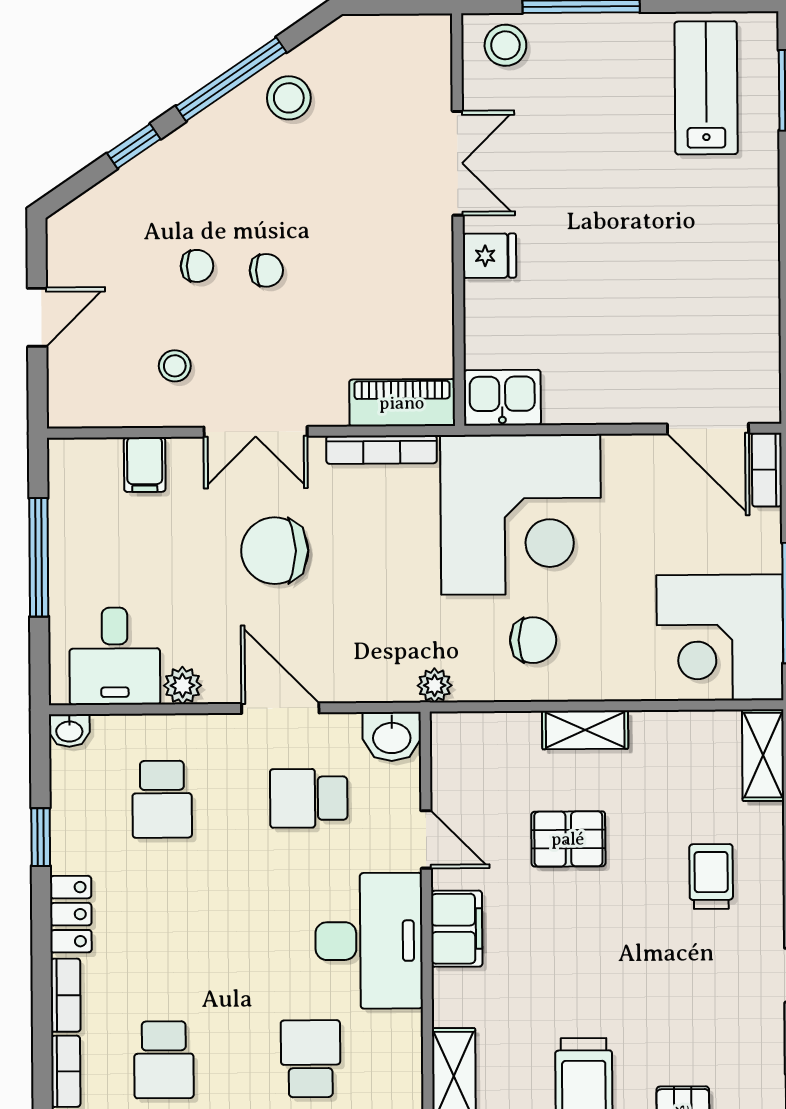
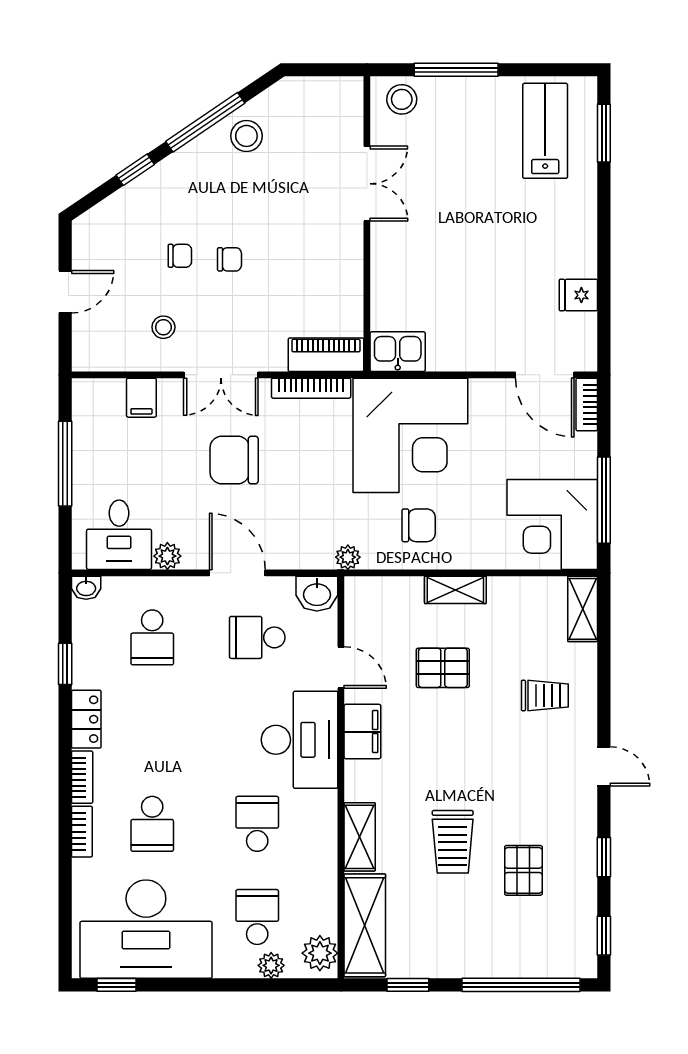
fridge: (489, 256) -> (578, 295), moved, turned 180
trolley: (711, 877) -> (545, 695), turned 90

